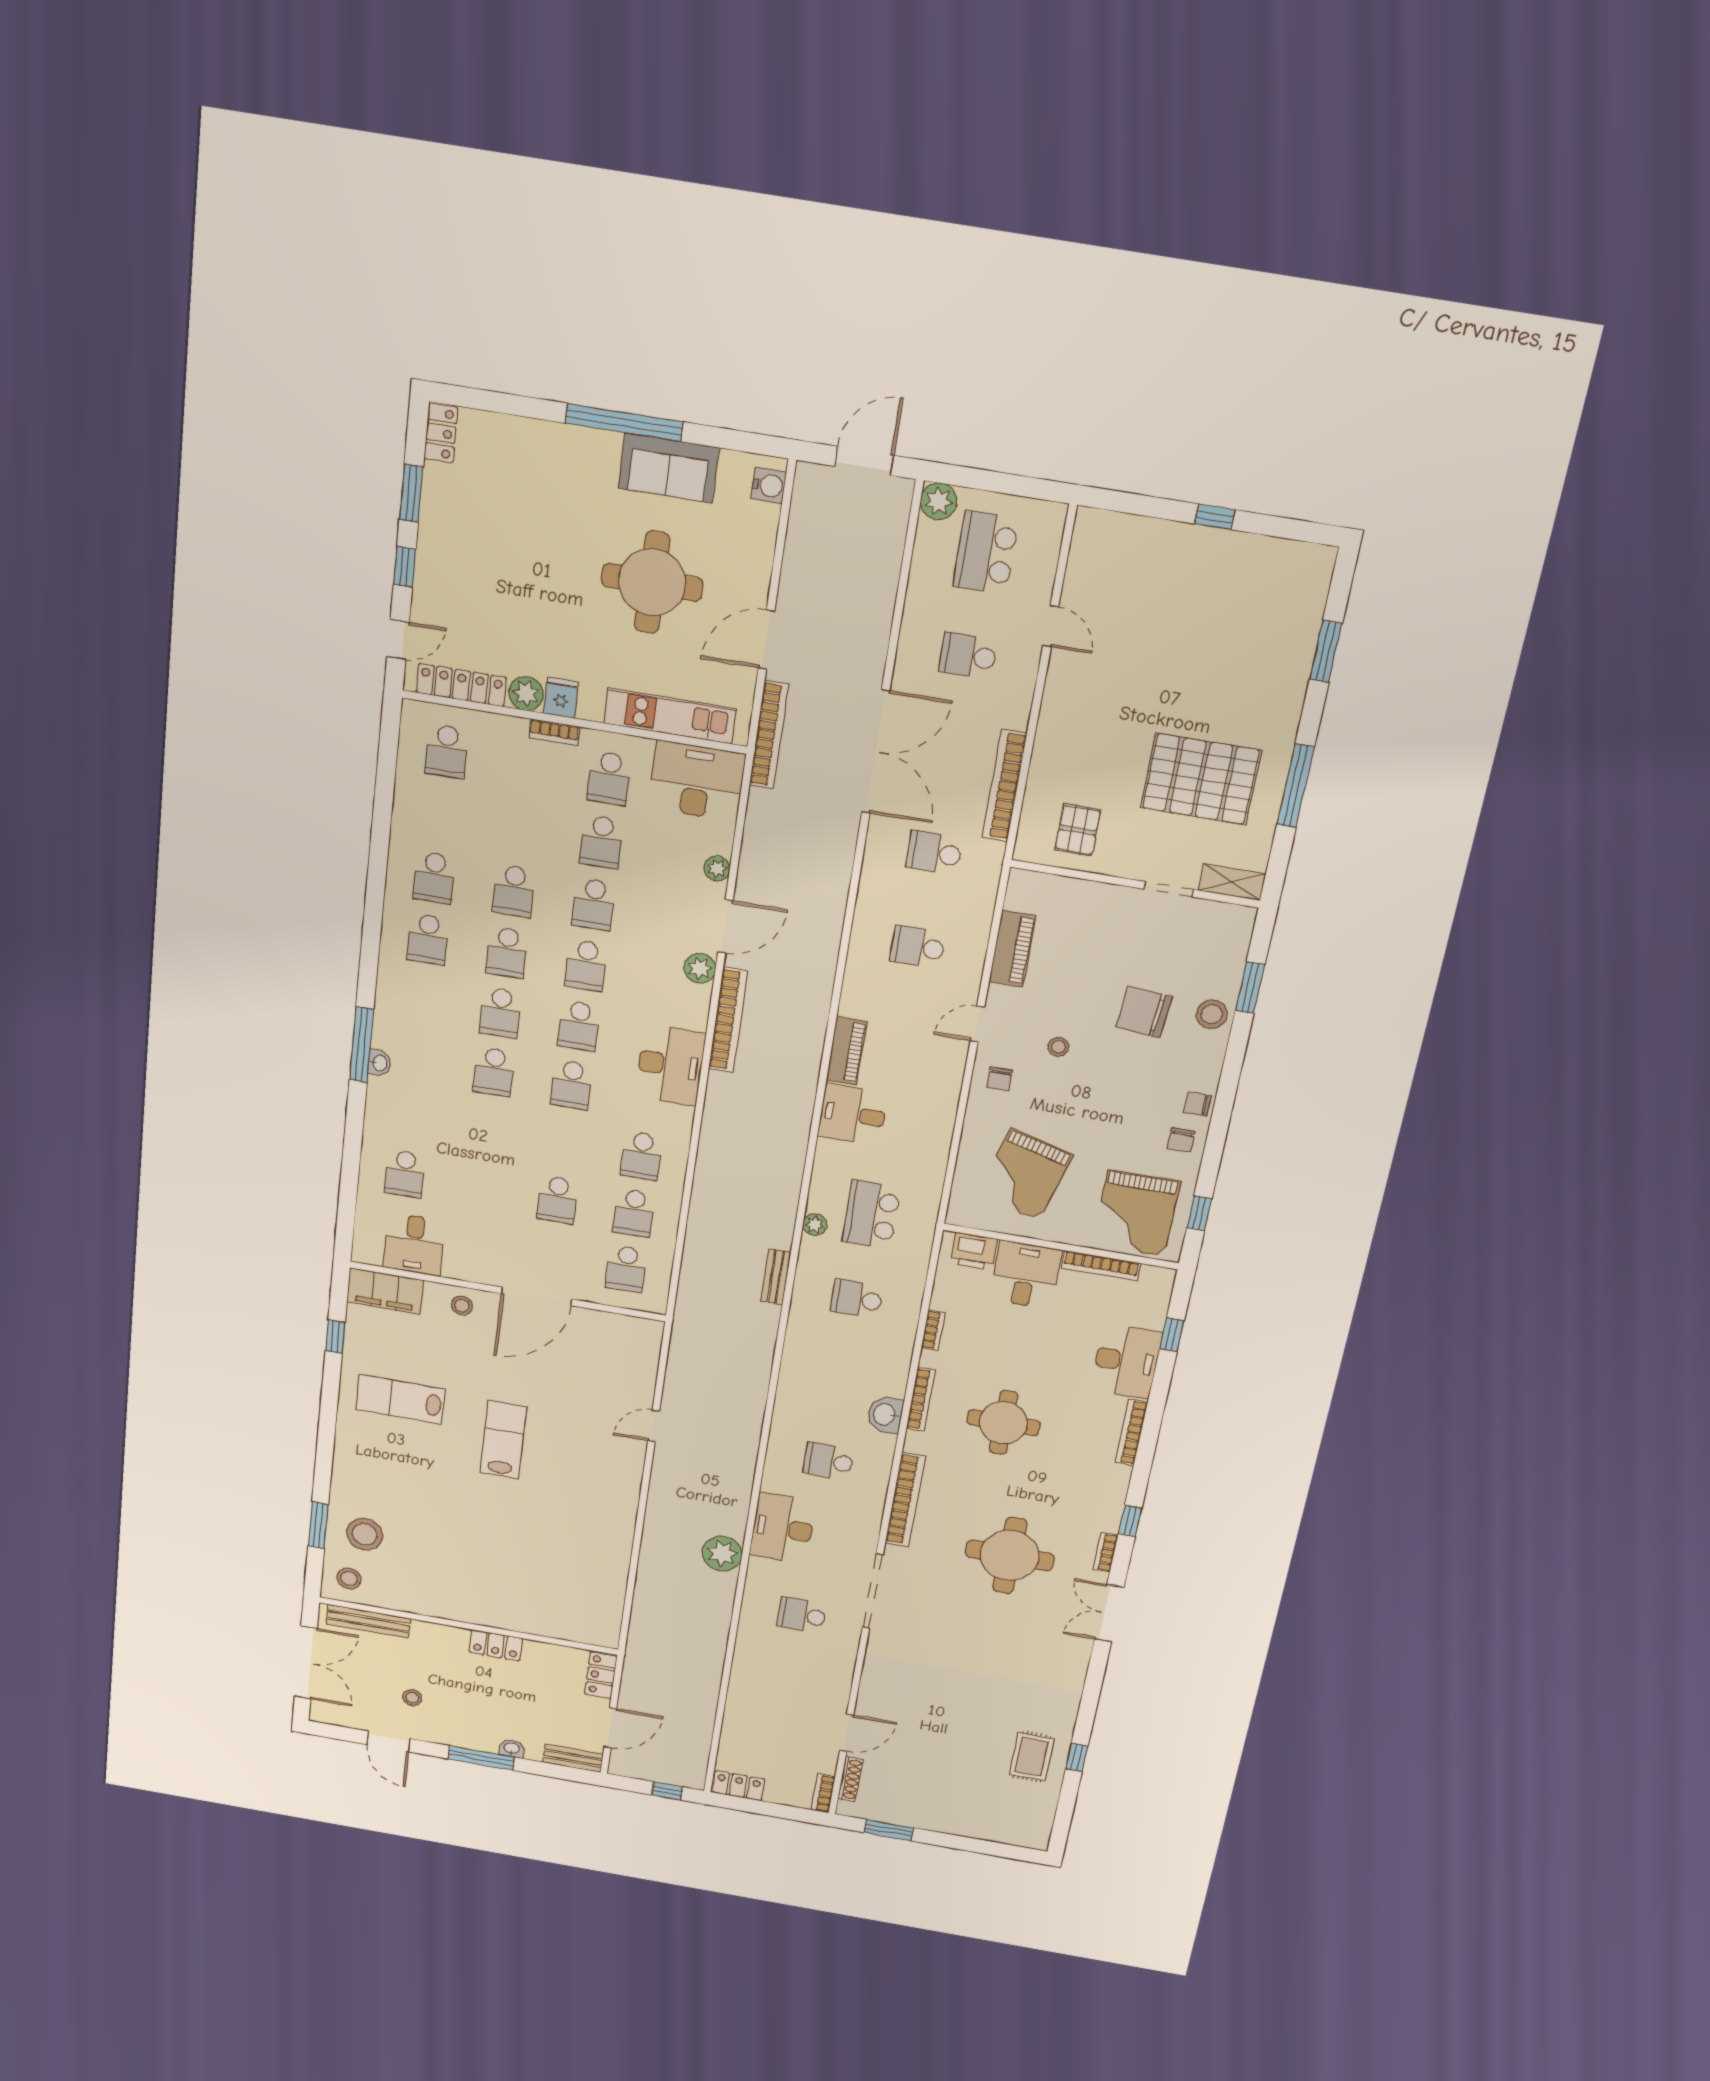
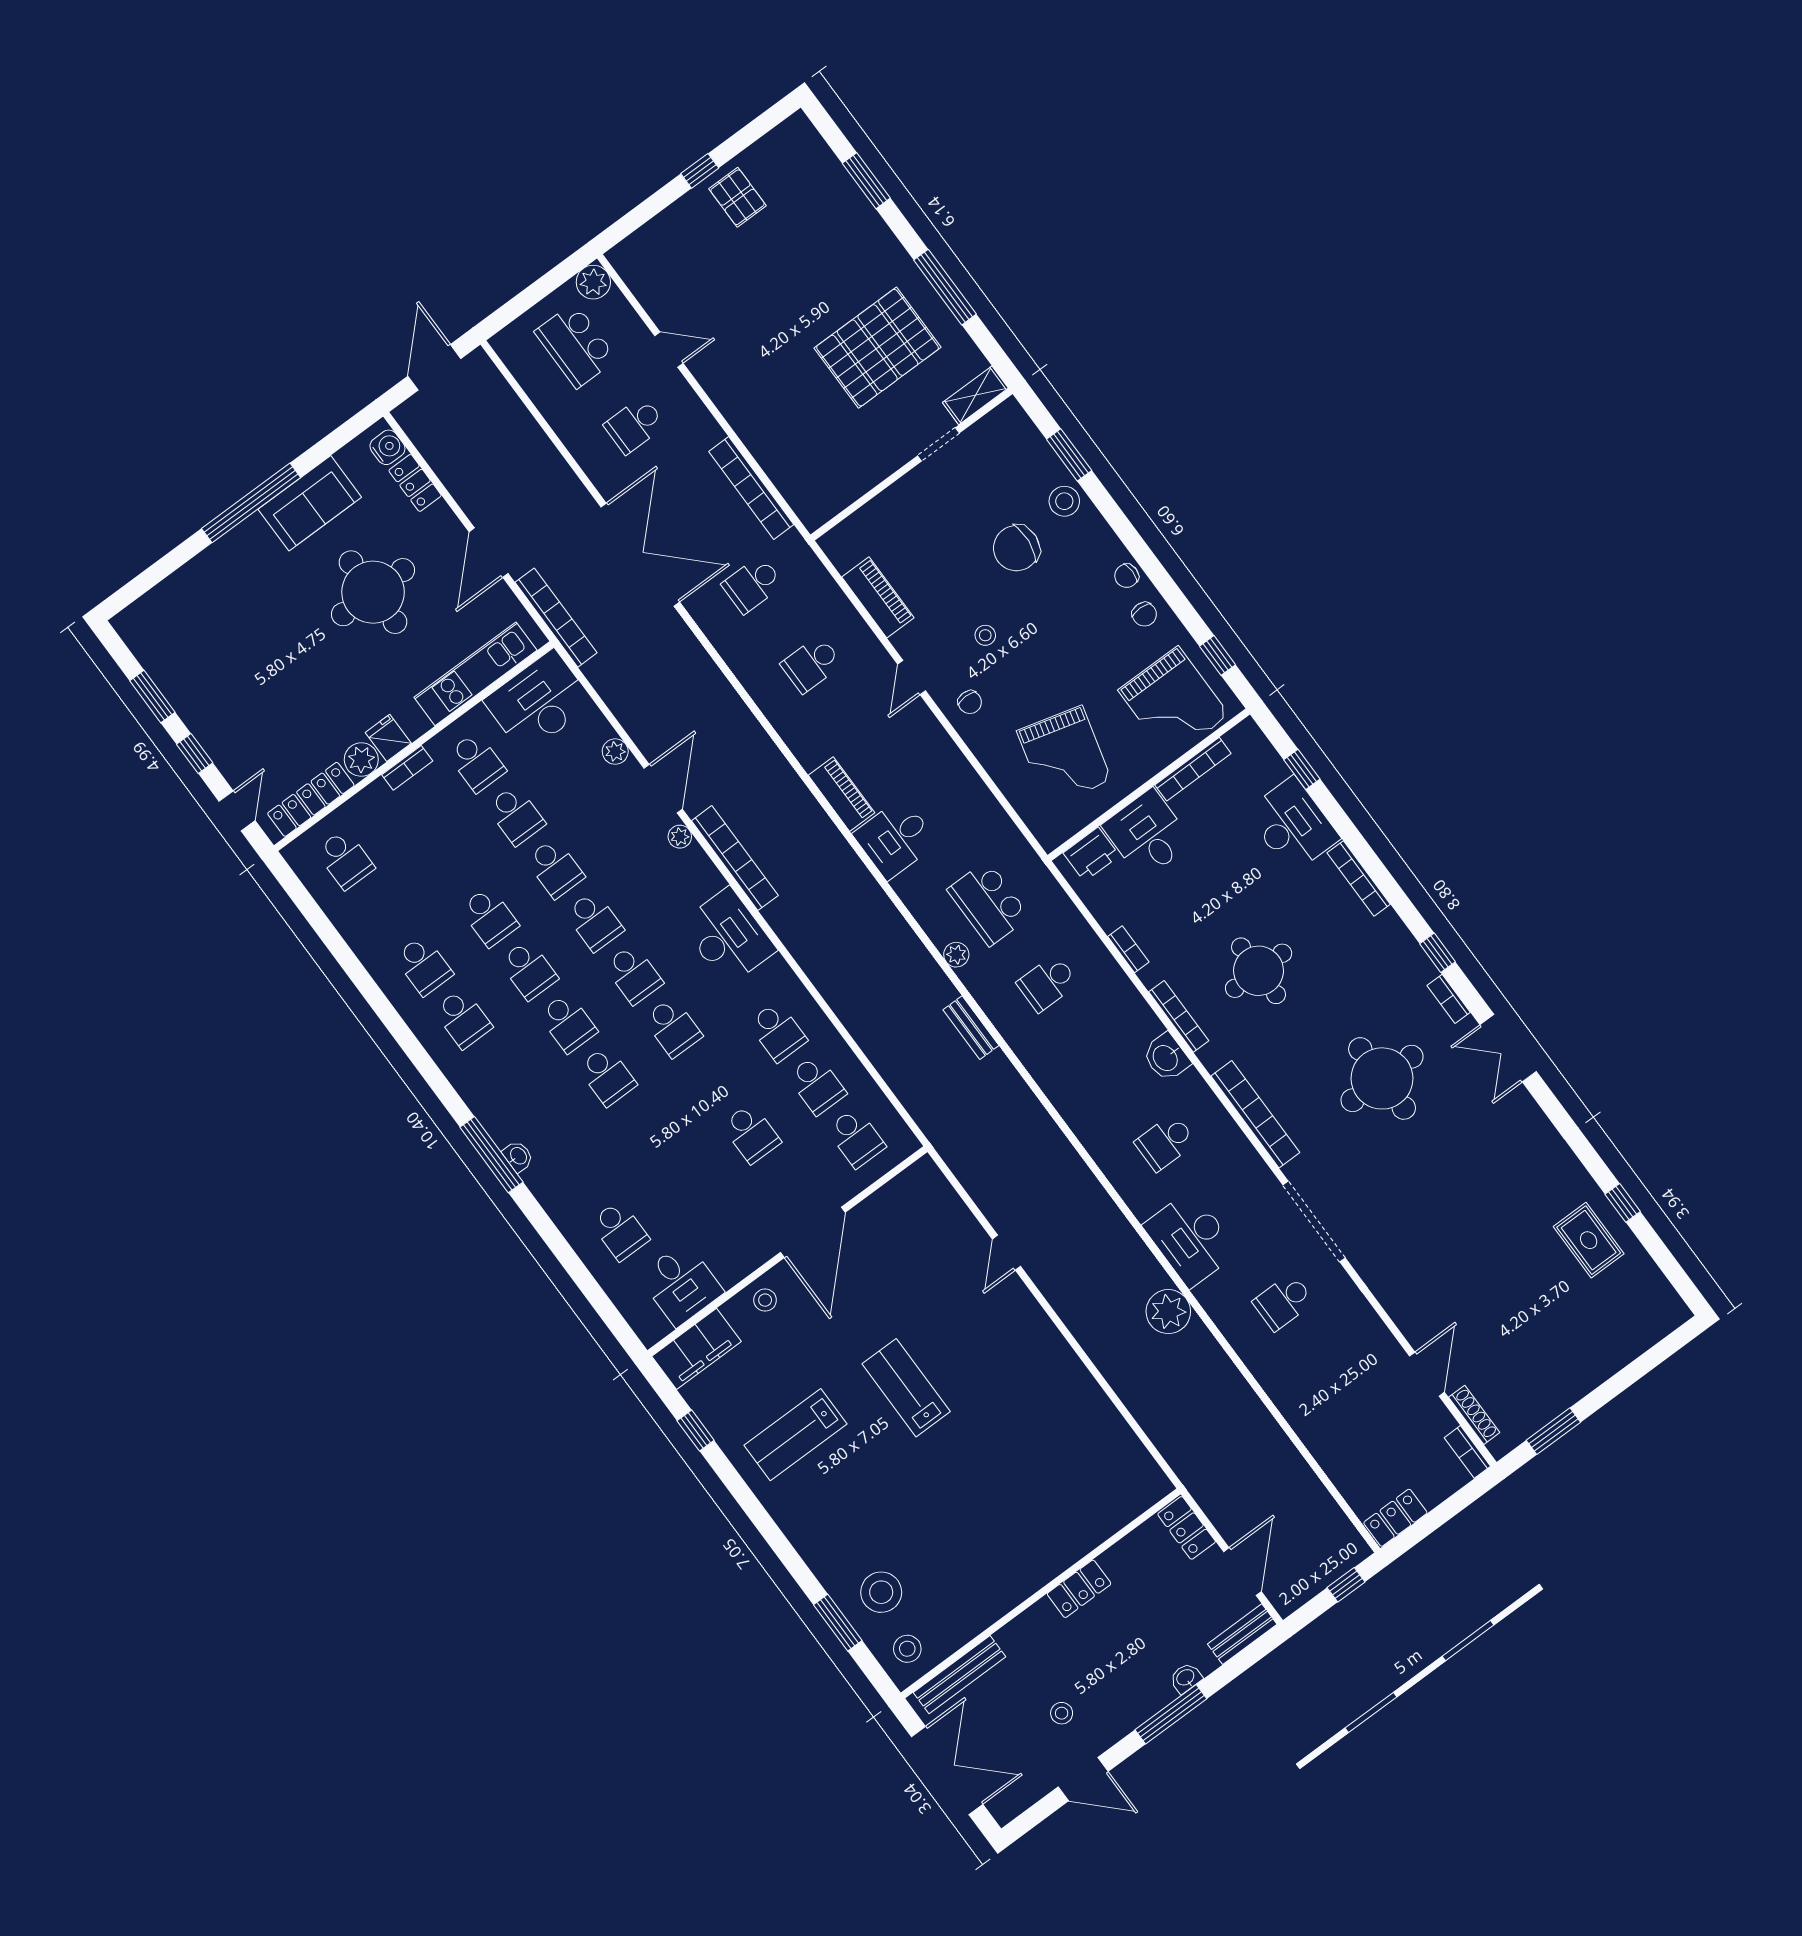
locker: (441, 433) -> (415, 483), moved, turned 180
plant: (939, 501) -> (593, 282), moved
pallet: (1078, 830) -> (738, 197), moved
plant: (700, 968) -> (680, 837), width x0.73, depth x0.73

